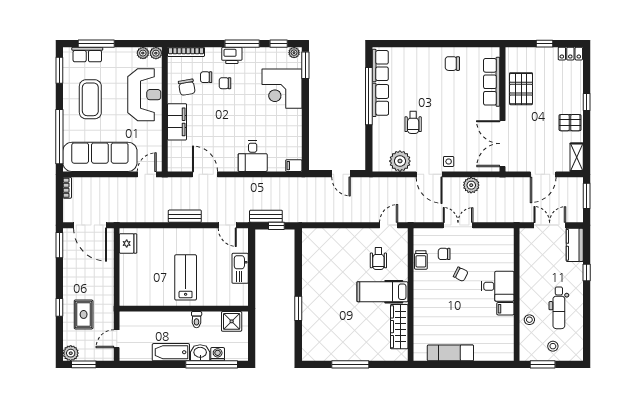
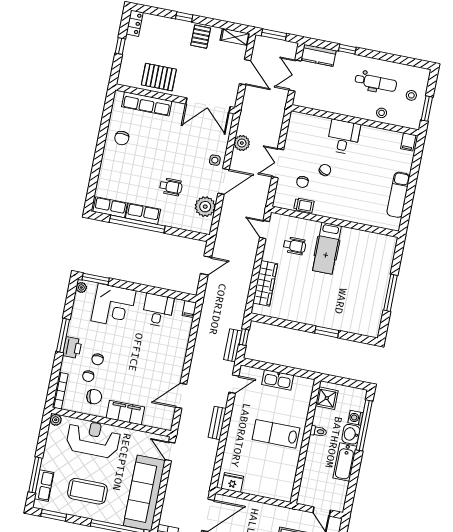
window: (279, 44) -> (70, 300), removed
plant: (143, 53) -> (53, 432), removed
desk: (253, 156) -> (158, 310), moved, turned -90
filing cabinet: (505, 309) -> (408, 142), moved
wardrobe: (399, 327) -> (265, 283), moved, turned -90

